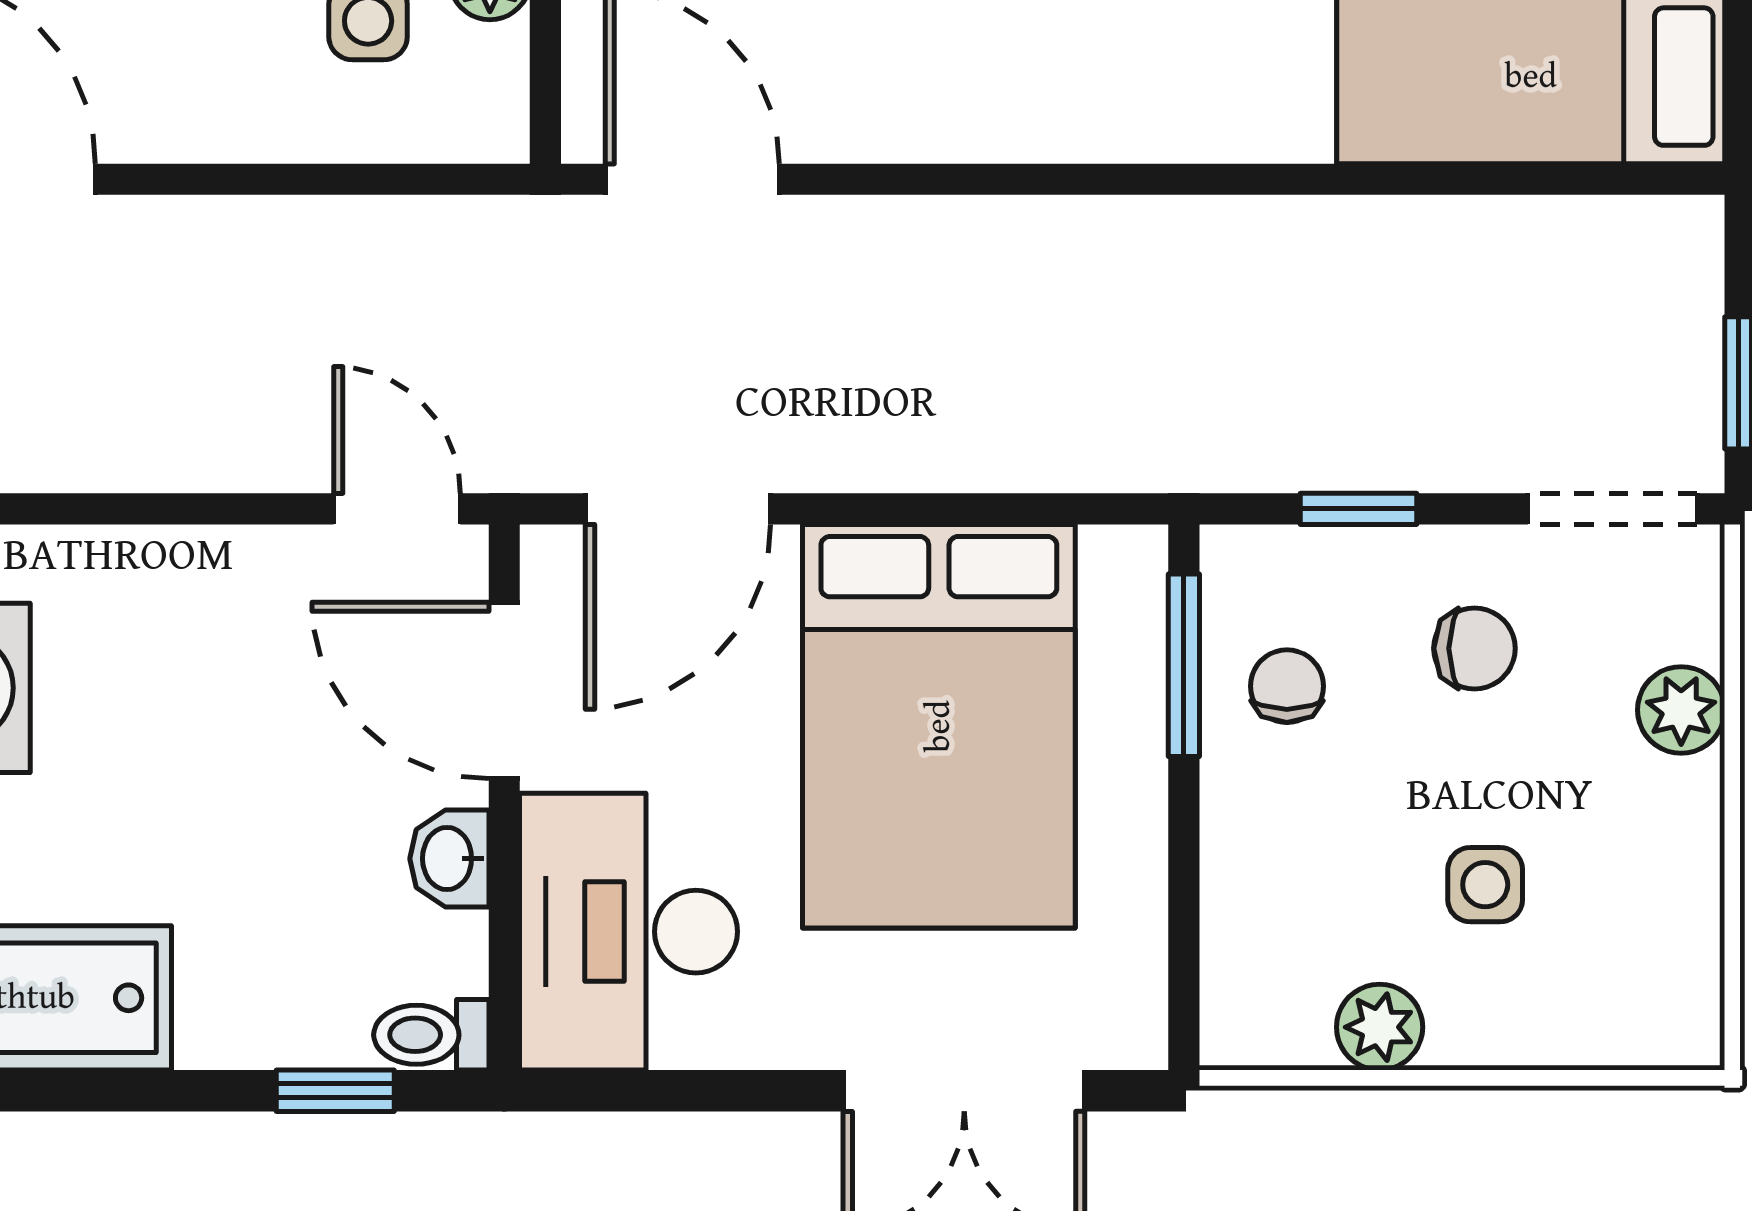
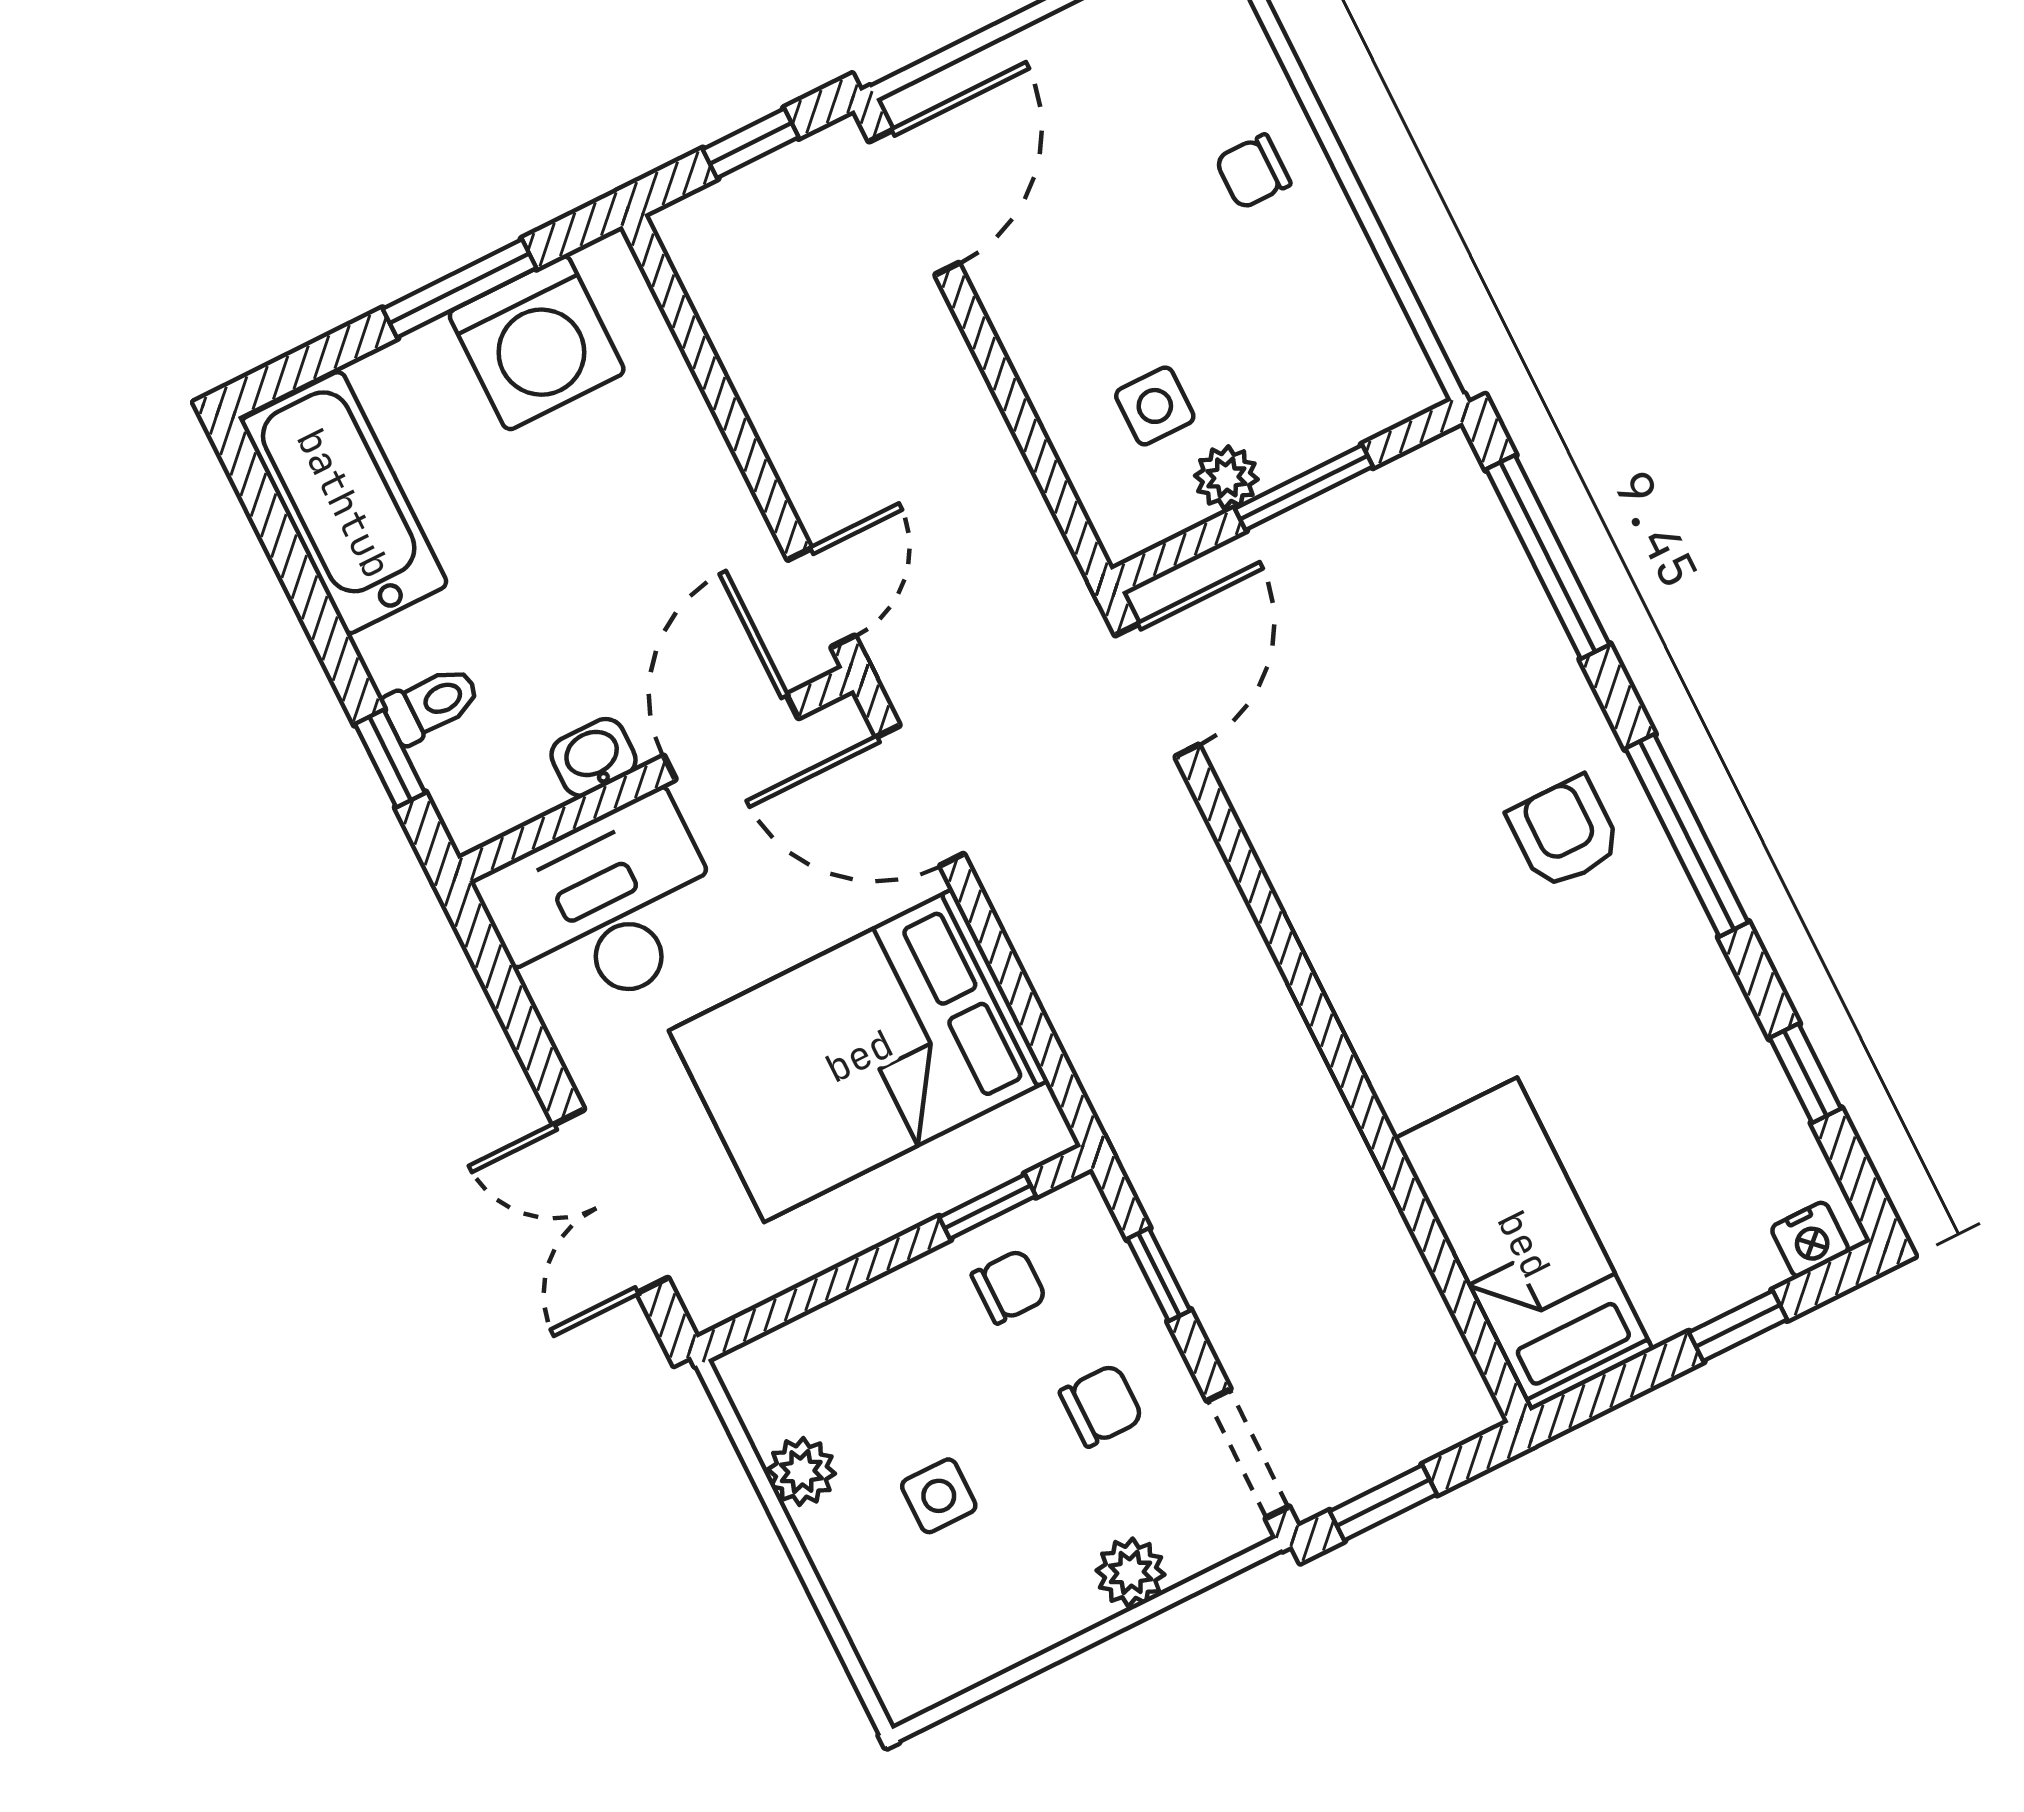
chair: (1475, 648) -> (1101, 1405), turned -90
window: (1184, 665) -> (987, 1207), width x0.67
toilet: (431, 1035) -> (431, 704), moved, turned 90

